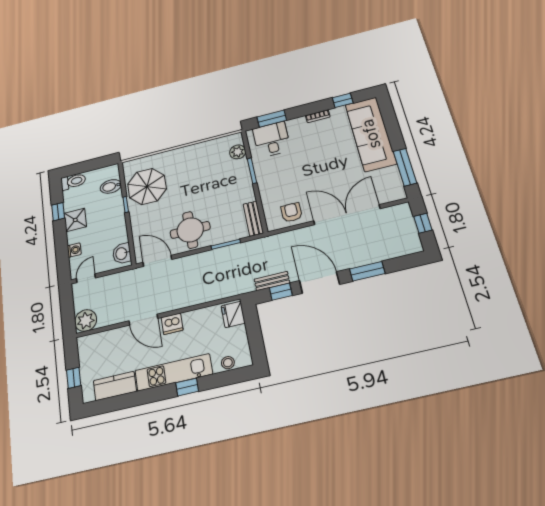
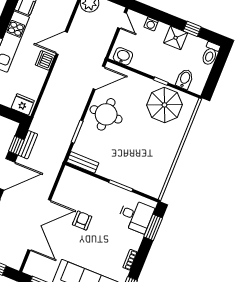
plant: (238, 152) -> (144, 186), removed
armchair: (291, 212) -> (82, 221), moved, turned -90

